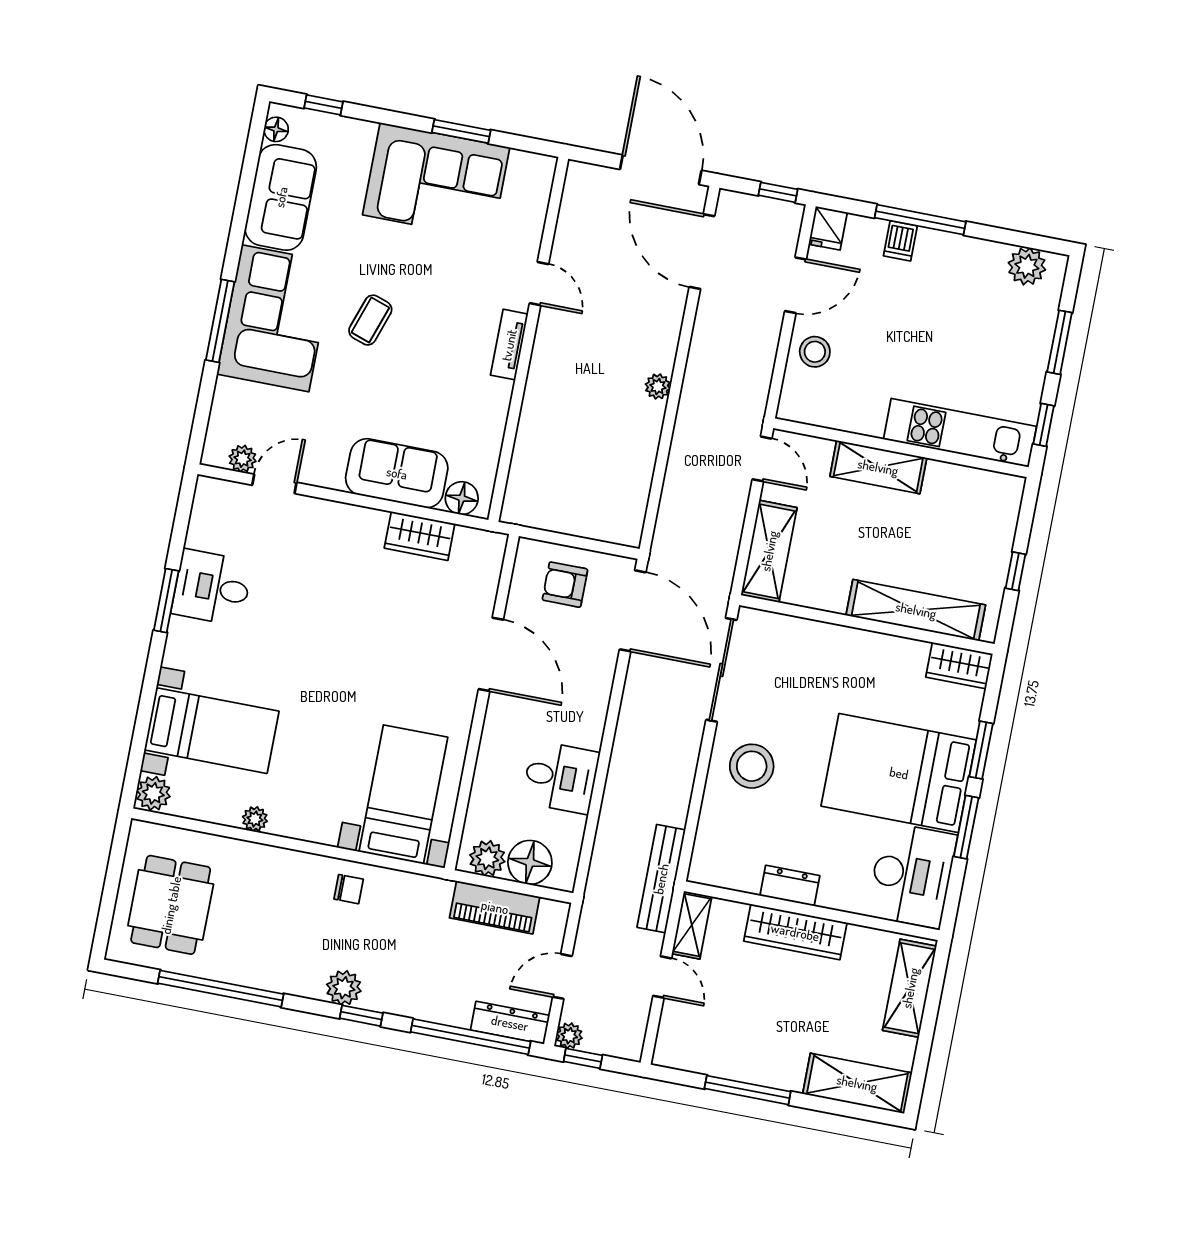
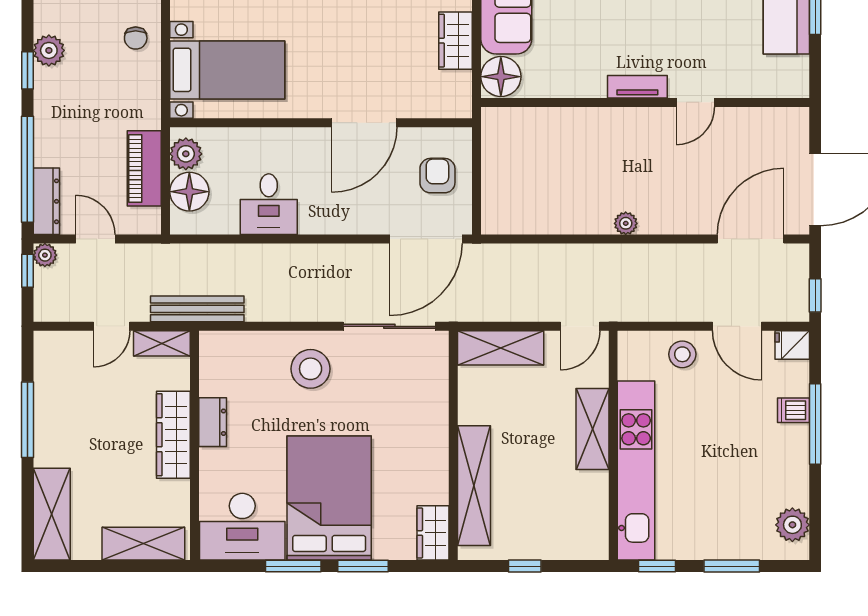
kitchen unit: (960, 433) -> (636, 471), width x1.36
floor lamp: (462, 498) -> (501, 77), width x1.38, depth x1.38

